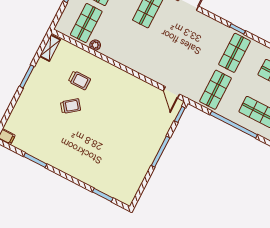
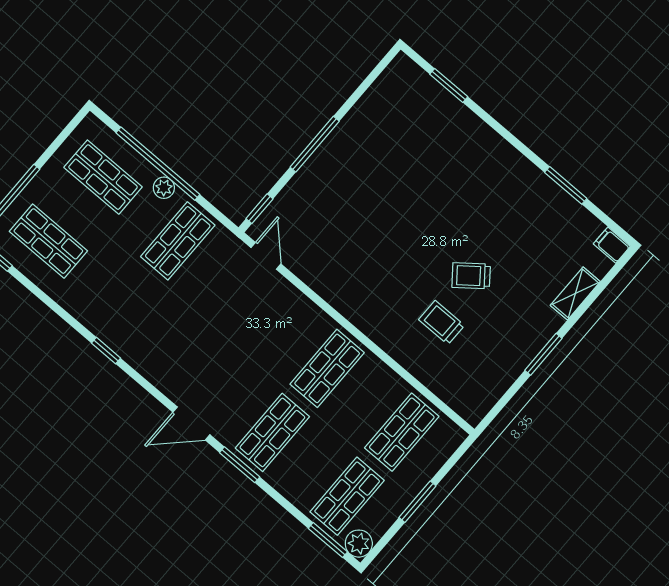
plant: (95, 45) -> (164, 188), moved
shelving: (50, 48) -> (575, 293), moved
shop shelf: (235, 53) -> (327, 368), moved

